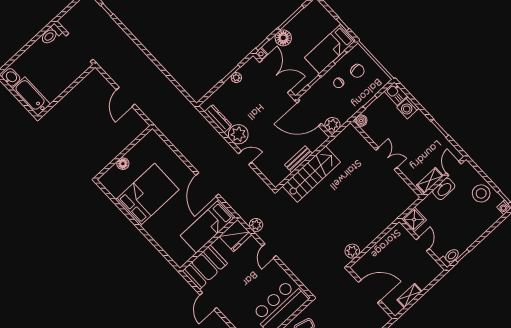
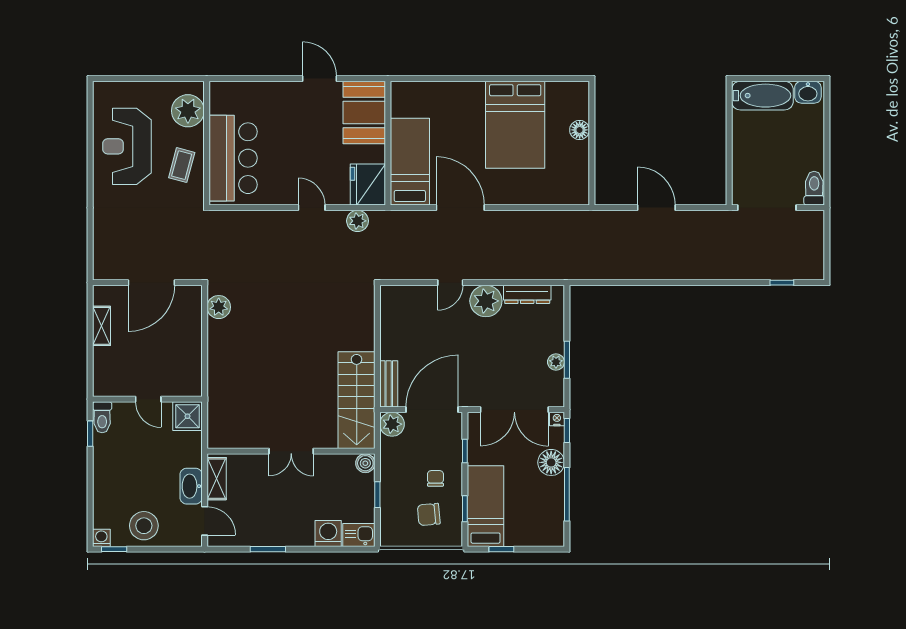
bench: (299, 159) -> (389, 384), moved
stairs: (311, 174) -> (357, 400), moved

